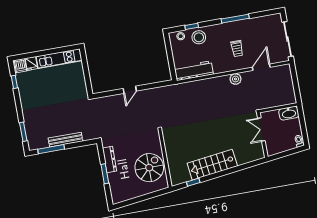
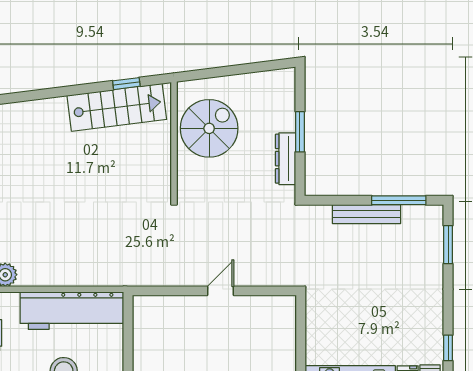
workbench: (194, 71) -> (72, 311), width x1.36, depth x1.32
stairs: (212, 165) -> (117, 107), moved
spiral stairs: (149, 168) -> (209, 128), turned 180

